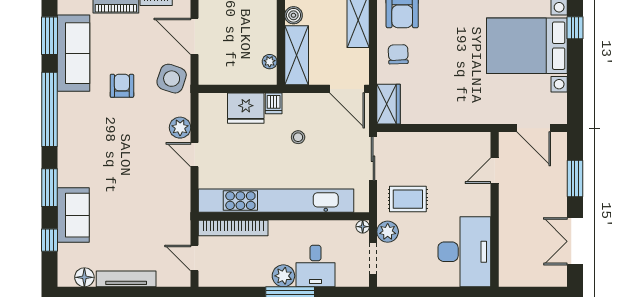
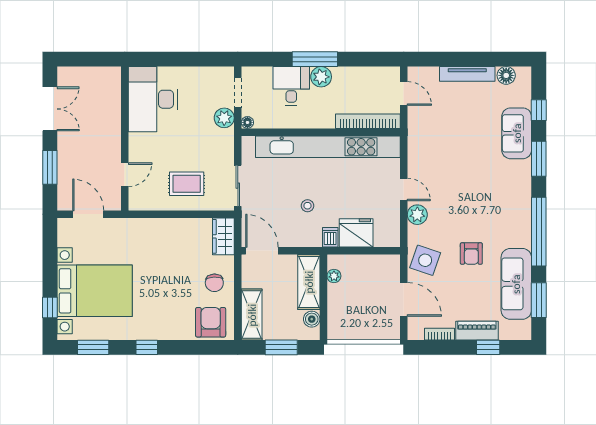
rug: (408, 199) -> (187, 184), moved

